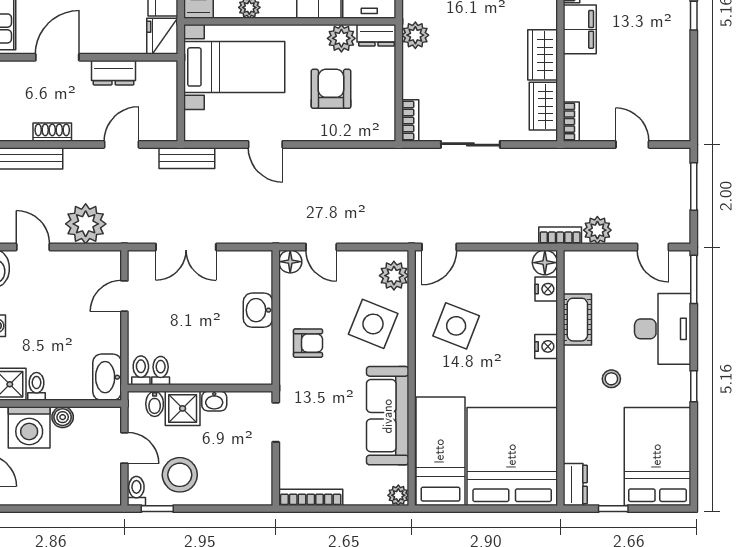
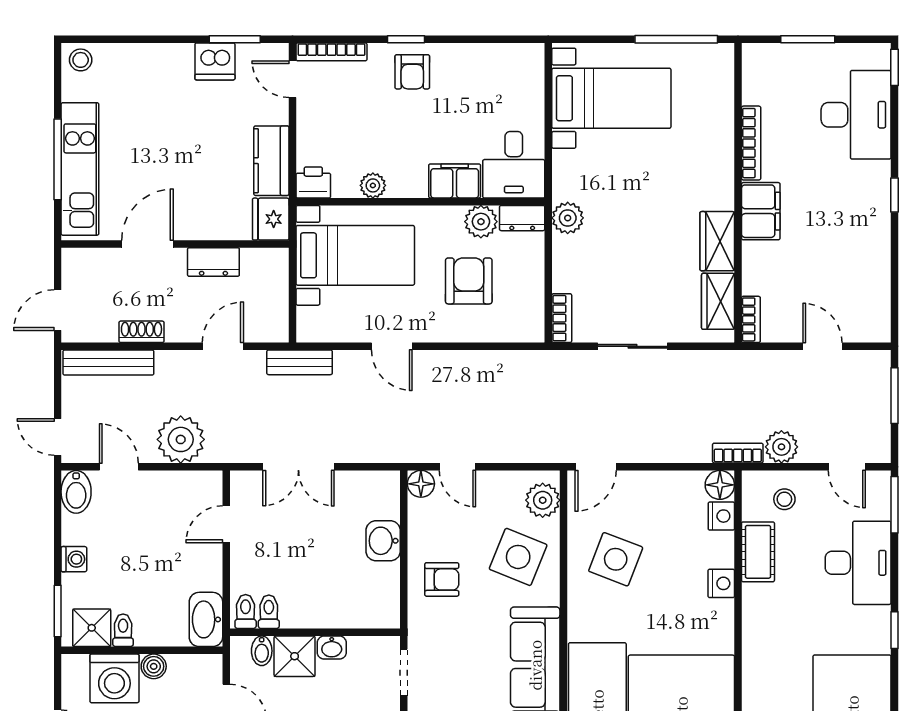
stool: (611, 379) -> (784, 499), moved

